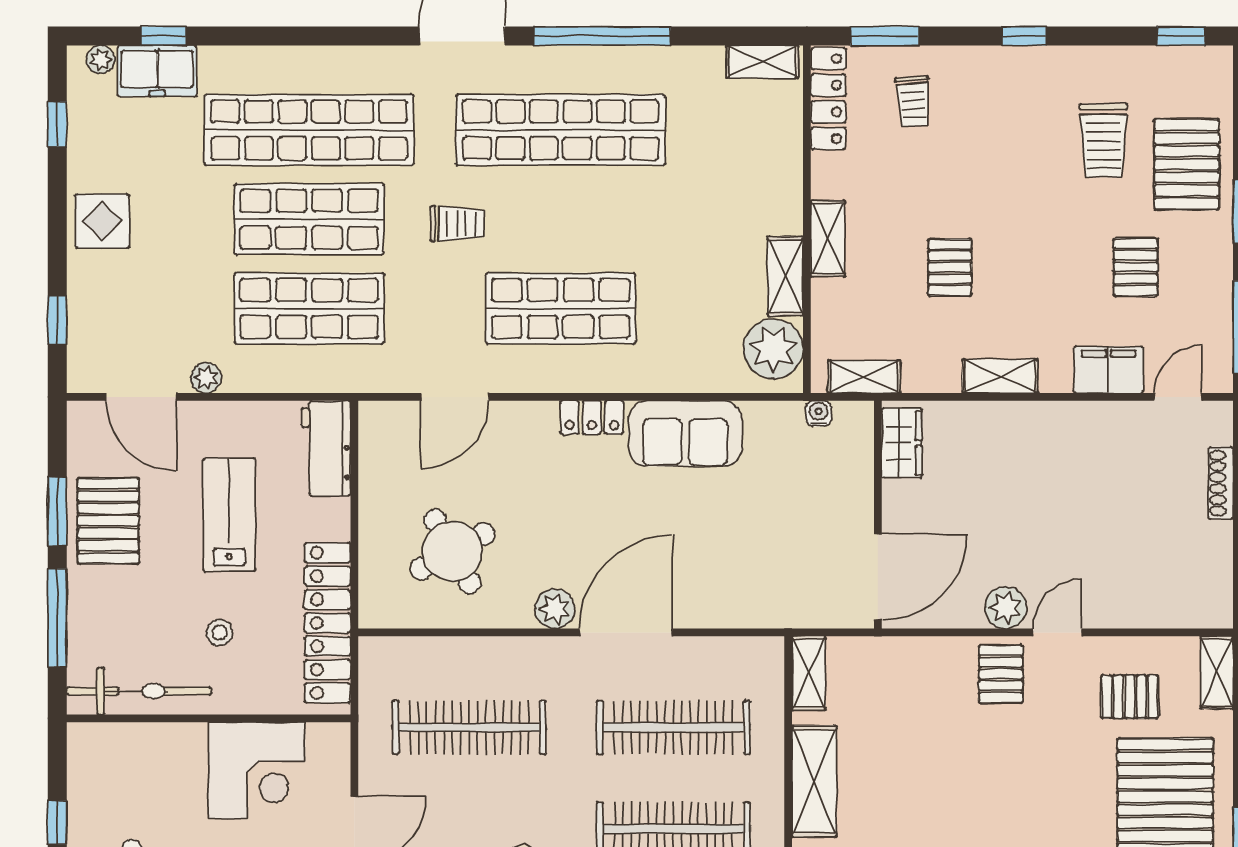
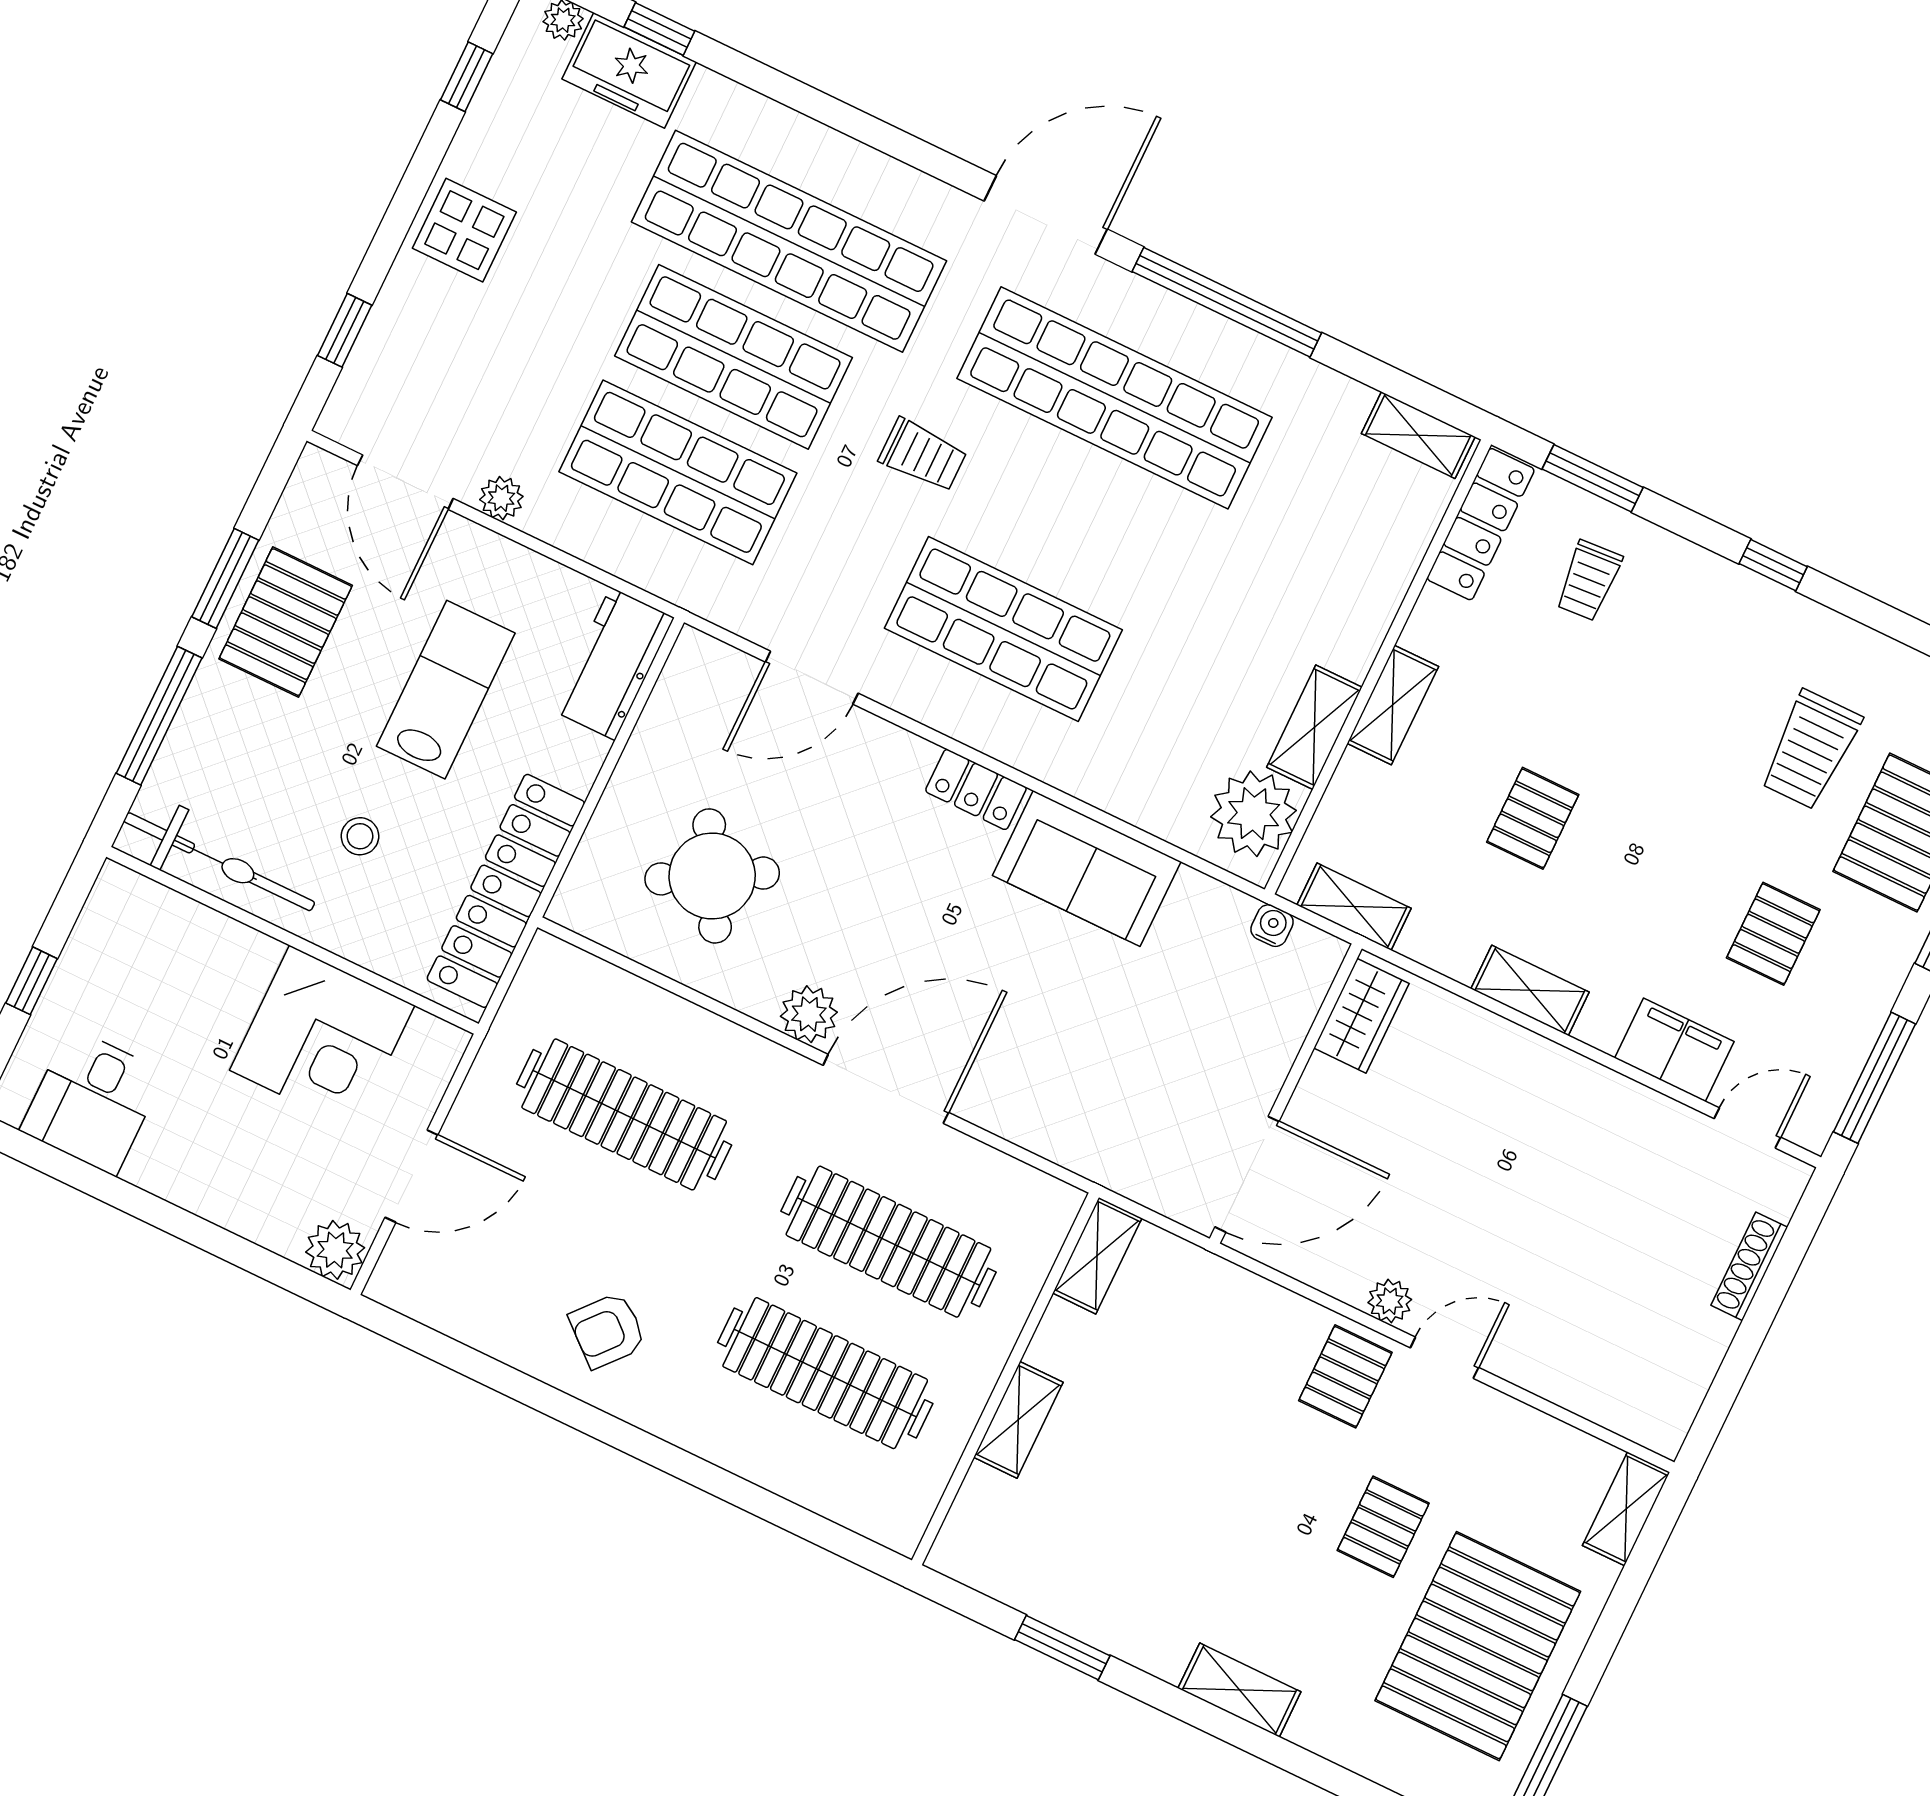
plant: (1006, 608) -> (1390, 1301), width x0.73, depth x0.73
pallet: (1130, 697) -> (1383, 1527), moved, turned 90
shelving: (814, 781) -> (1018, 1420), width x0.67, depth x0.75

